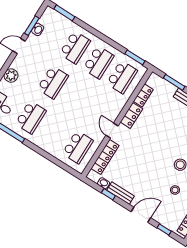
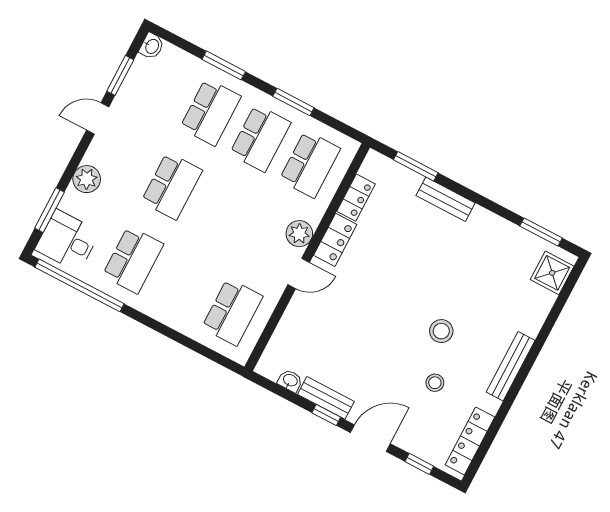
window: (64, 13) -> (224, 65), moved
washbasin: (38, 29) -> (152, 46), moved
window: (135, 57) -> (293, 102), moved
plant: (114, 111) -> (299, 234), added
door: (112, 131) -> (299, 273), swing flipped
locker: (105, 157) -> (289, 328), removed
window: (108, 194) -> (326, 415), moved

